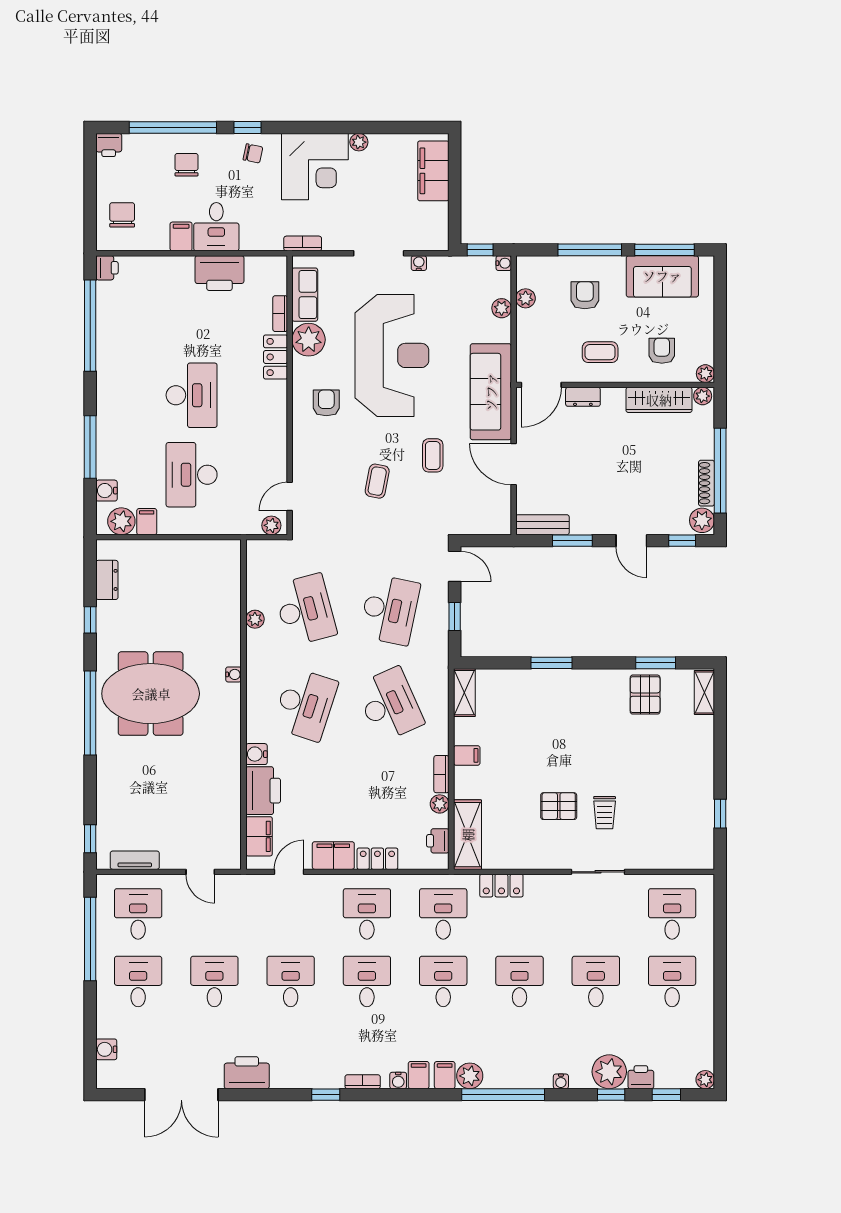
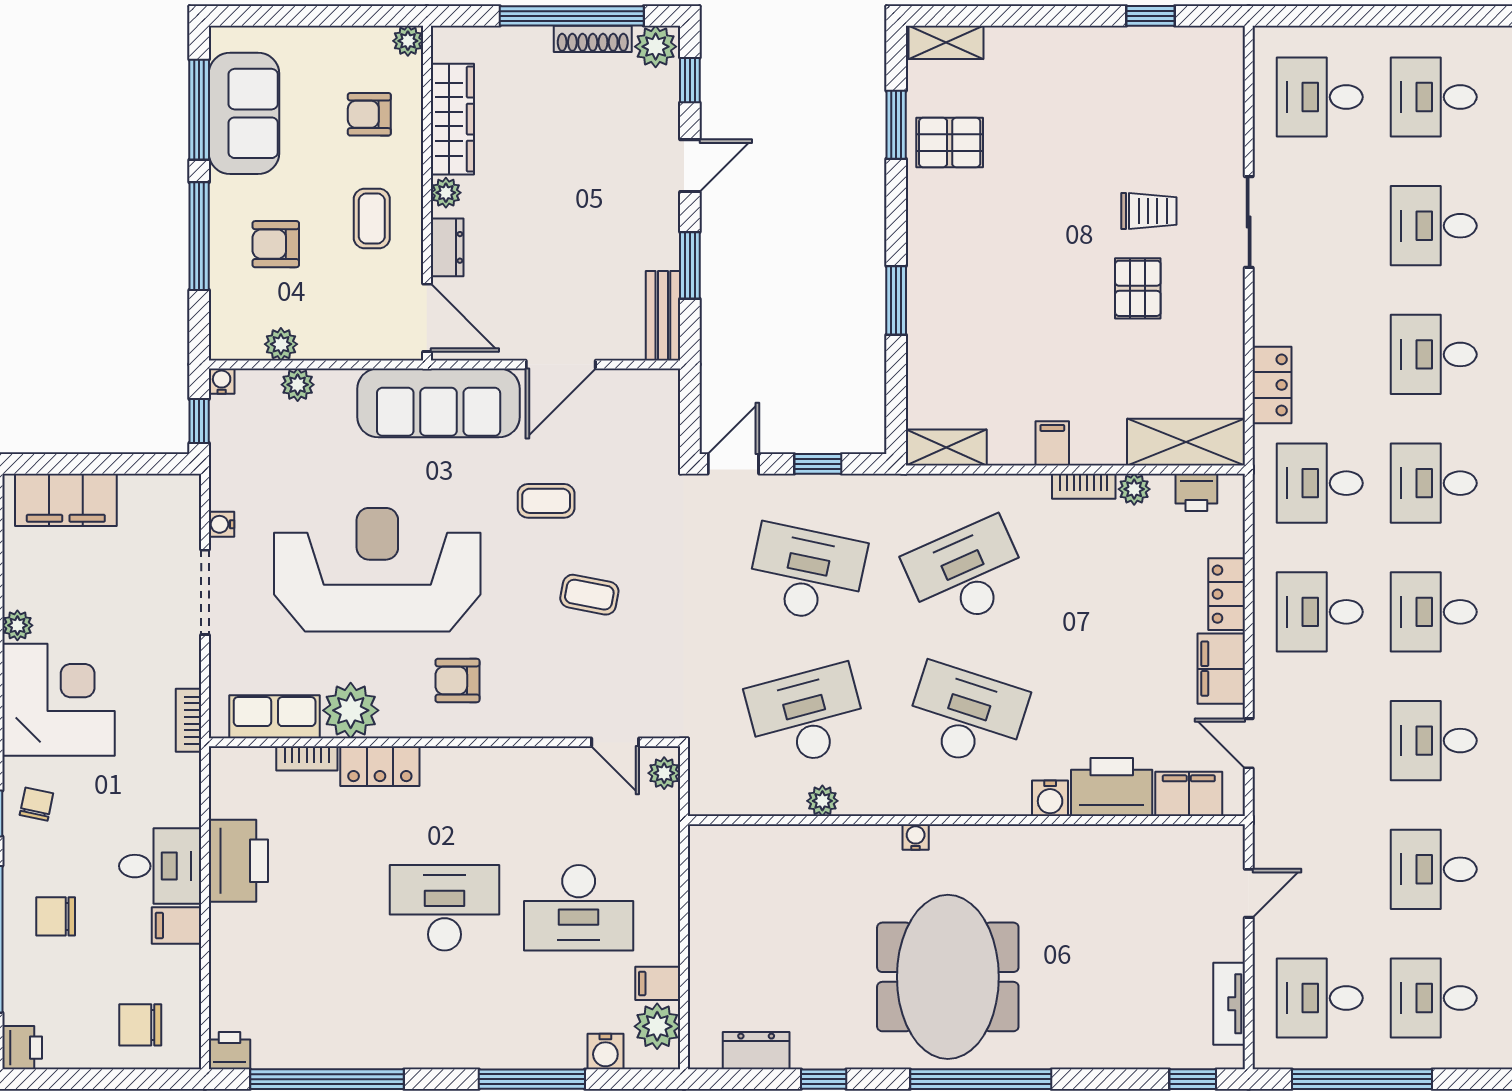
plant: (703, 396) -> (446, 193), moved

